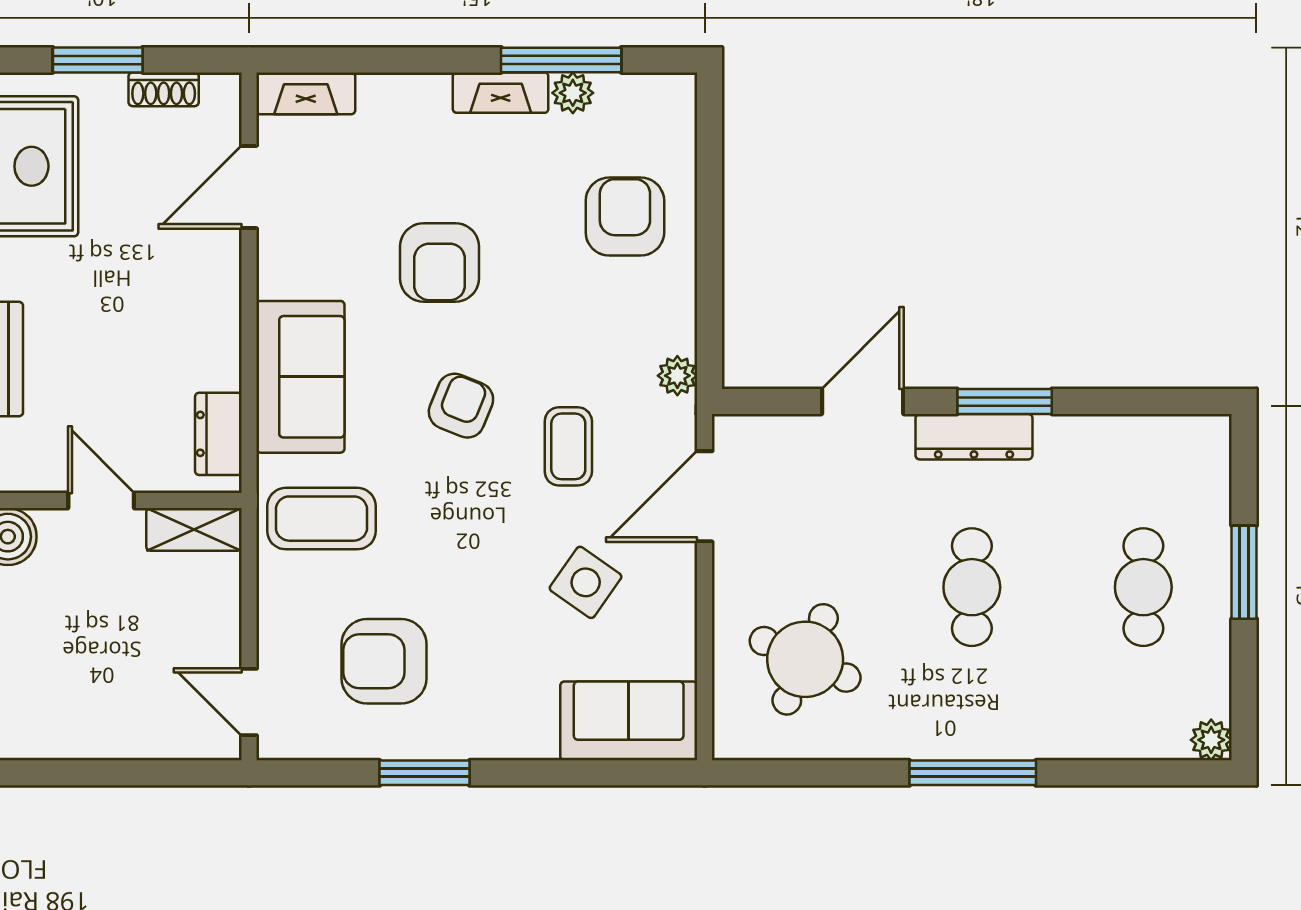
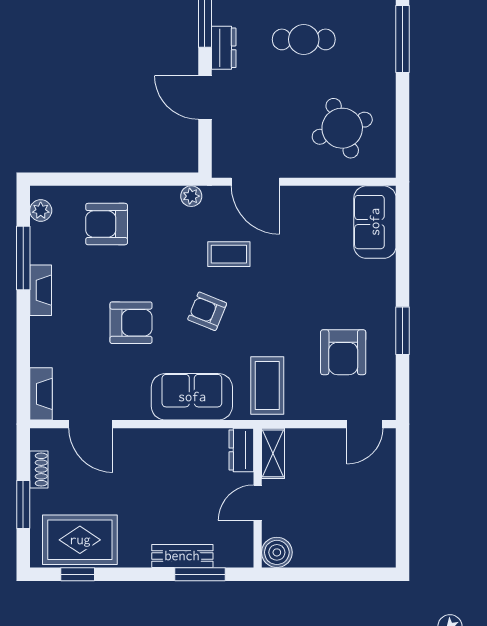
plant: (573, 93) -> (41, 210), moved
dresser: (218, 434) -> (241, 450), moved, turned 90
dresser: (974, 437) -> (224, 48), width x0.70
side table: (586, 582) -> (301, 245), removed
round table: (805, 659) -> (342, 128), turned 45

